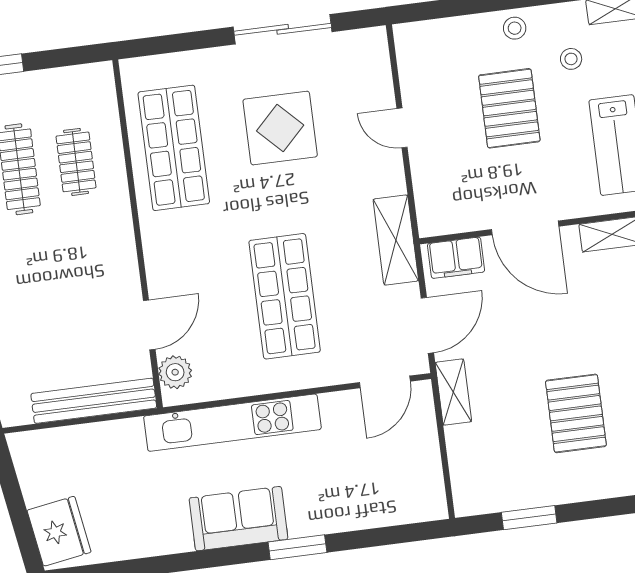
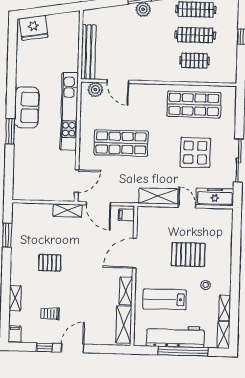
stool: (515, 28) -> (223, 262), removed
freezer: (372, 69) -> (215, 197), added
door: (402, 128) -> (187, 206), hinge flipped
shelving: (396, 240) -> (158, 196), moved
filing cabinet: (456, 258) -> (126, 215), width x0.50
door: (385, 382) -> (77, 181), swing flipped
pallet: (576, 413) -> (50, 263), width x0.67, depth x0.71

